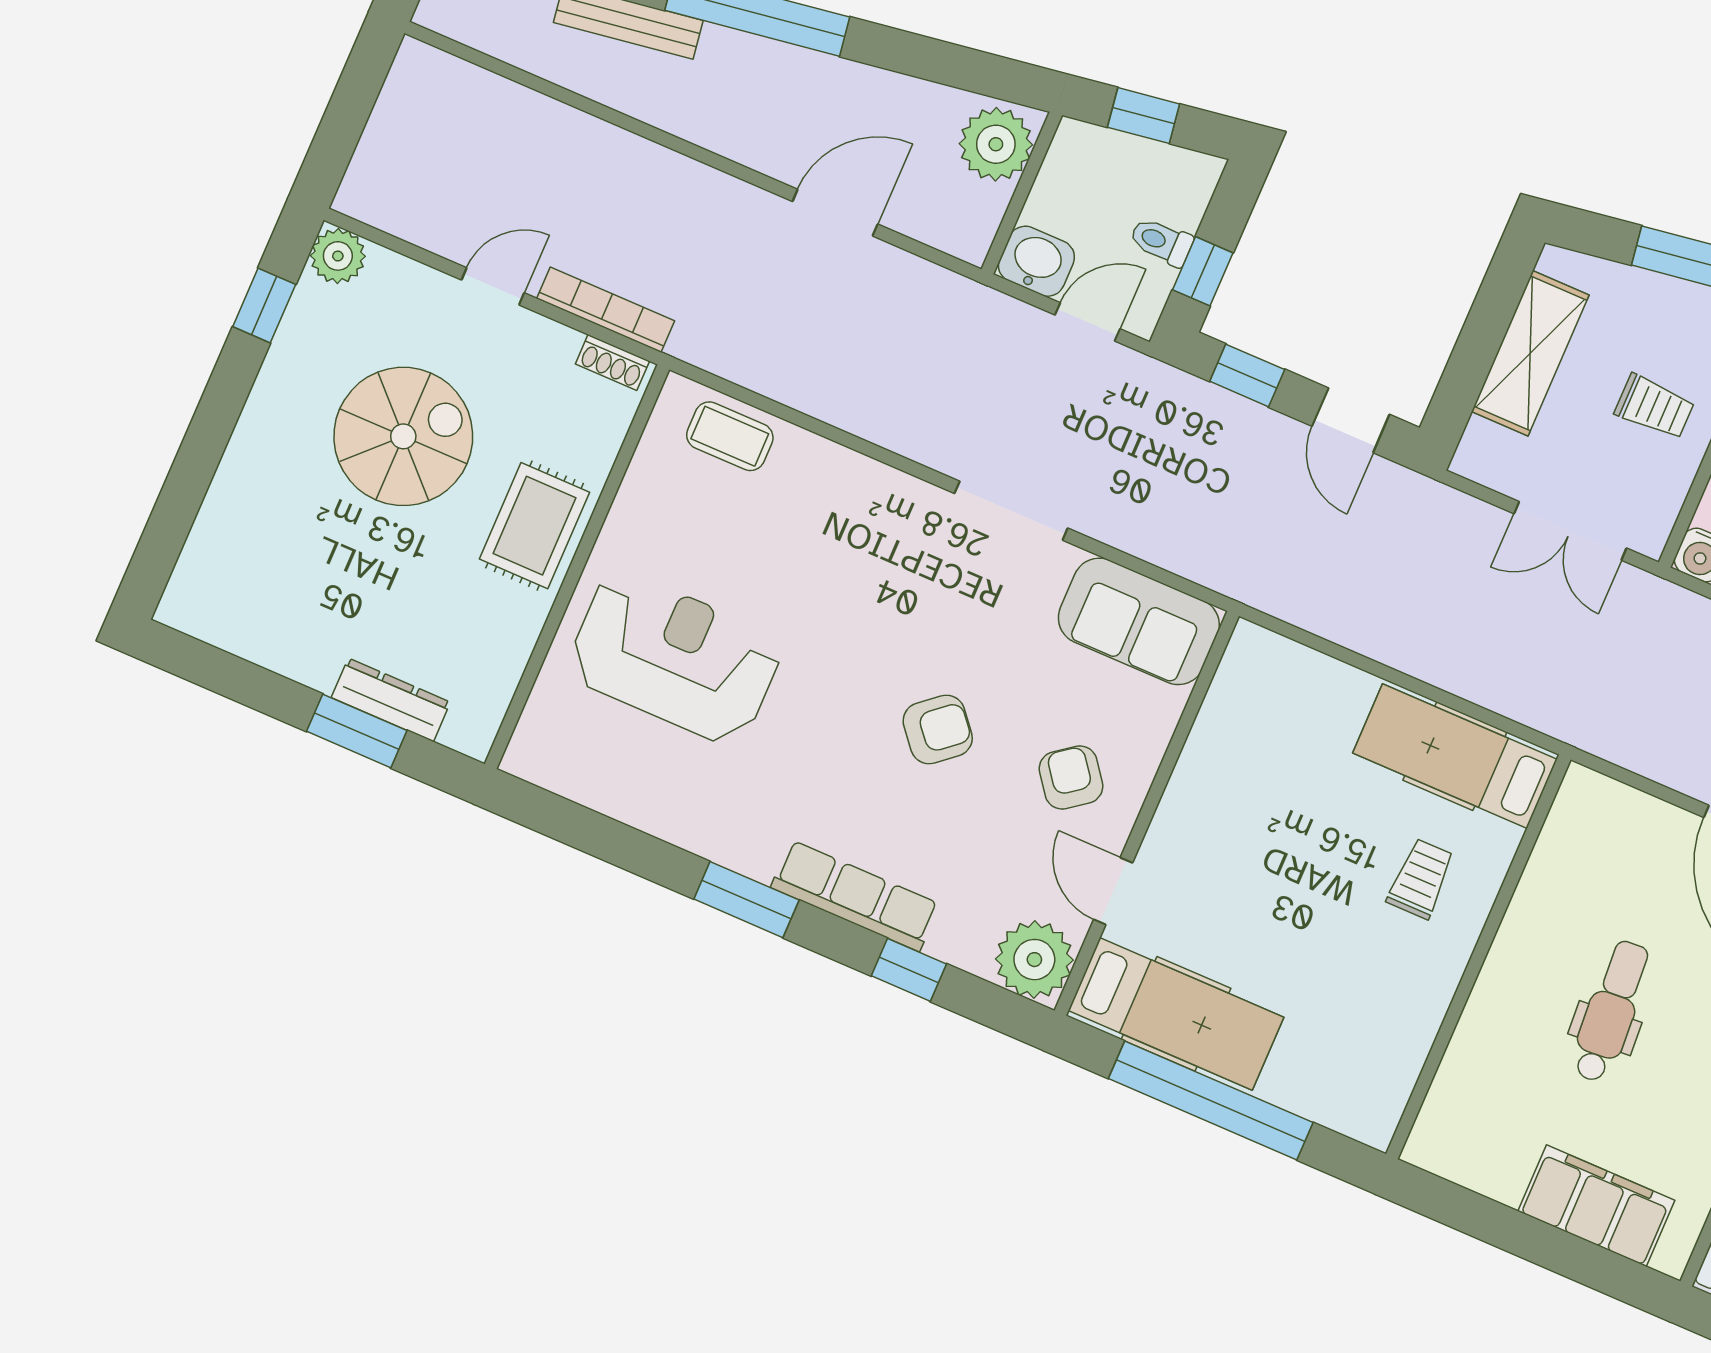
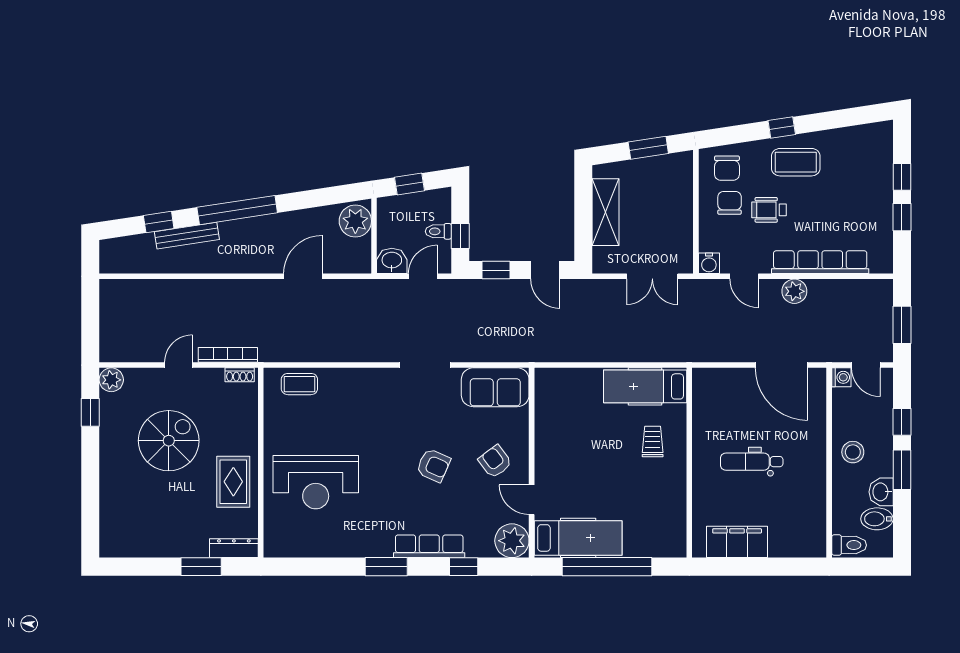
trolley: (1655, 407) -> (664, 212), removed
rug: (534, 526) -> (233, 482), moved
reception desk: (675, 658) -> (316, 482), turned 180
dresser: (391, 700) -> (234, 548), moved
armchair: (938, 729) -> (433, 465), turned 64
dental chair: (1611, 1011) -> (752, 462), turned -86
filing cabinet: (1596, 1206) -> (737, 542), moved

